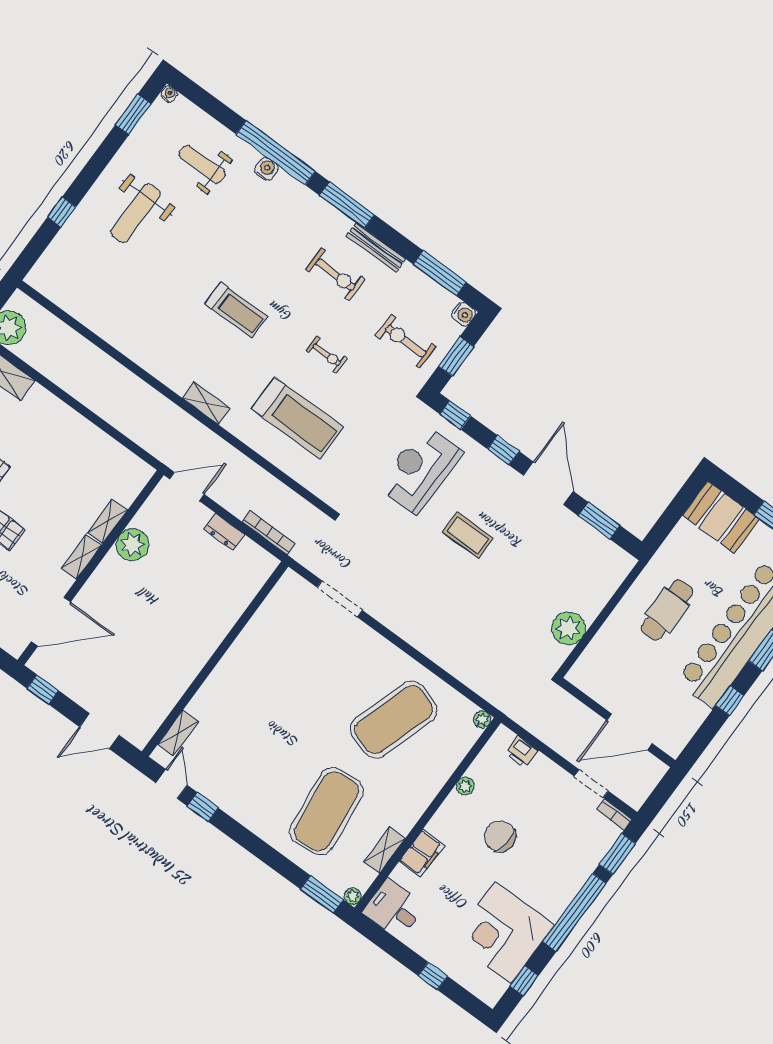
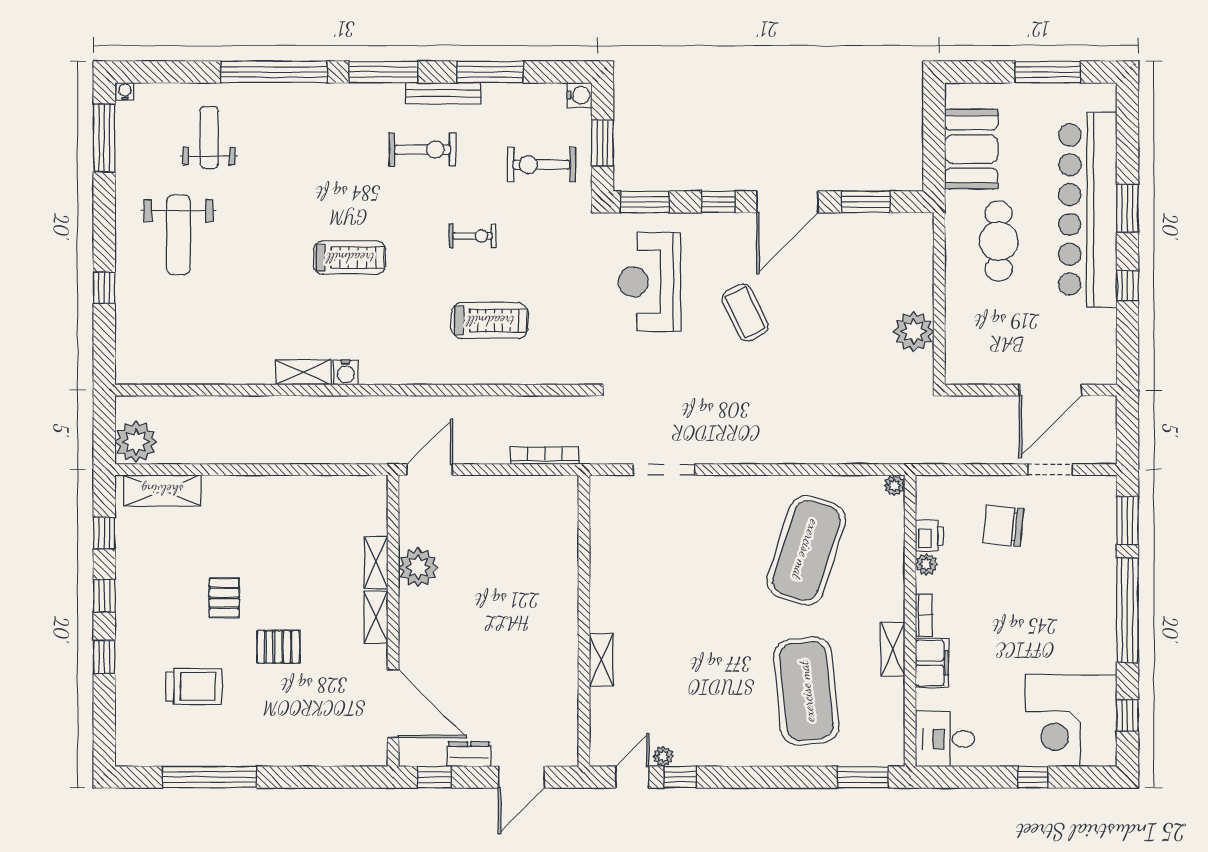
window: (133, 114) -> (104, 138), width x1.44
weight bench: (202, 164) -> (209, 137), turned 90
water cooler: (266, 169) -> (346, 372), moved, turned 180
window: (440, 273) -> (490, 72), moved
shelving: (206, 403) -> (304, 372), moved
window: (455, 415) -> (645, 202), width x1.50
treadmill: (297, 418) -> (490, 321), width x0.73, depth x0.73
door: (548, 483) -> (787, 202), swing flipped
booth: (721, 517) -> (971, 149), moved, turned 90
dresser: (224, 532) -> (469, 754), moved, turned 180
coffee table: (468, 535) -> (745, 312), turned 64
door: (51, 622) -> (393, 704), hinge flipped
shelving: (178, 733) -> (601, 660), moved
printer: (522, 752) -> (929, 536), moved, turned -90
door: (172, 784) -> (632, 777), hinge flipped
bookcase: (615, 815) -> (924, 615), moved, turned -90
chair: (500, 836) -> (1003, 526), moved
shelving: (385, 850) -> (893, 649), moved
plant: (353, 896) -> (663, 756), moved
corner desk: (503, 932) -> (1071, 720), moved

